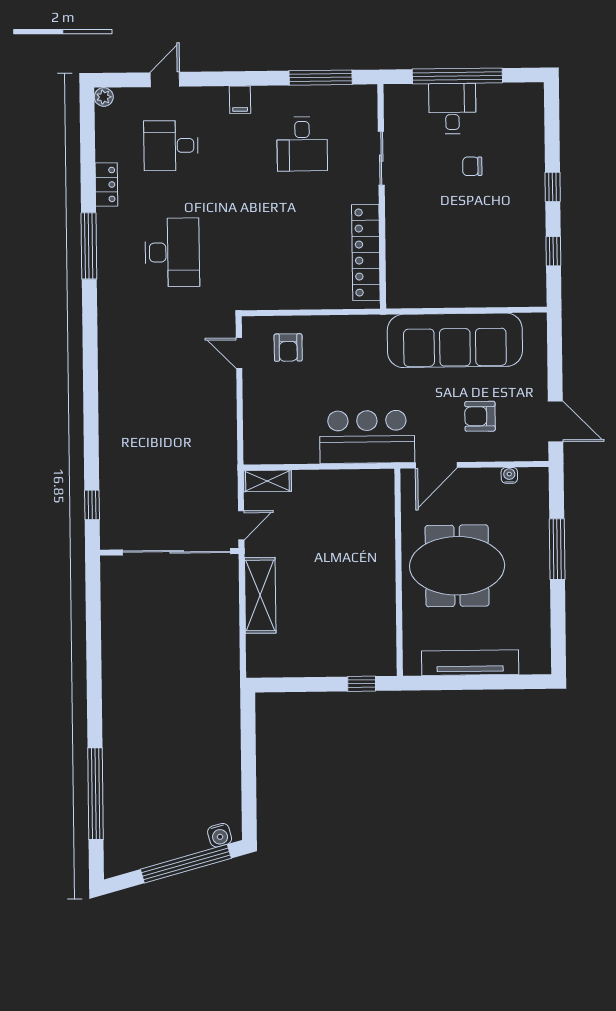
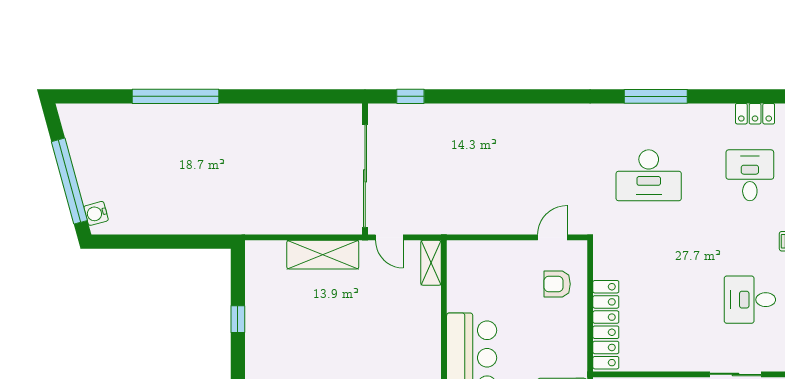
locker: (106, 185) -> (755, 114), moved
locker: (366, 252) -> (606, 325), moved, turned 90
window: (362, 684) -> (238, 319), moved
window: (96, 794) -> (176, 96), moved

